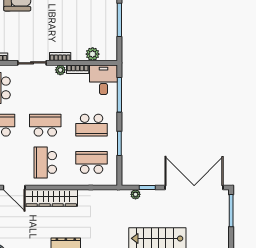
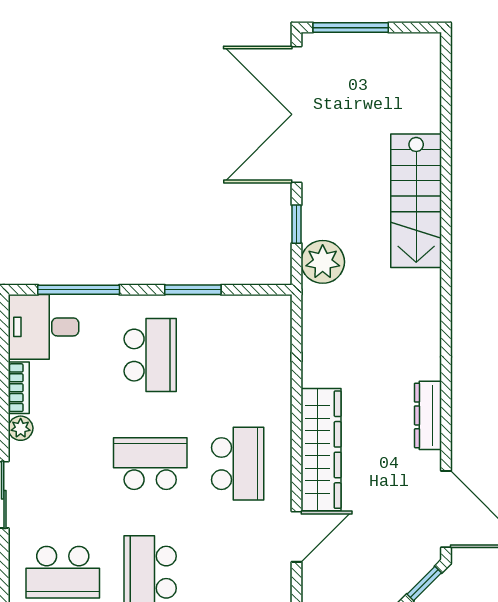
school desk: (45, 125) -> (150, 464), turned 90
school desk: (45, 162) -> (238, 464), turned -90
school desk: (92, 162) -> (238, 355), removed
plant: (135, 194) -> (323, 262), width x1.88, depth x1.88

